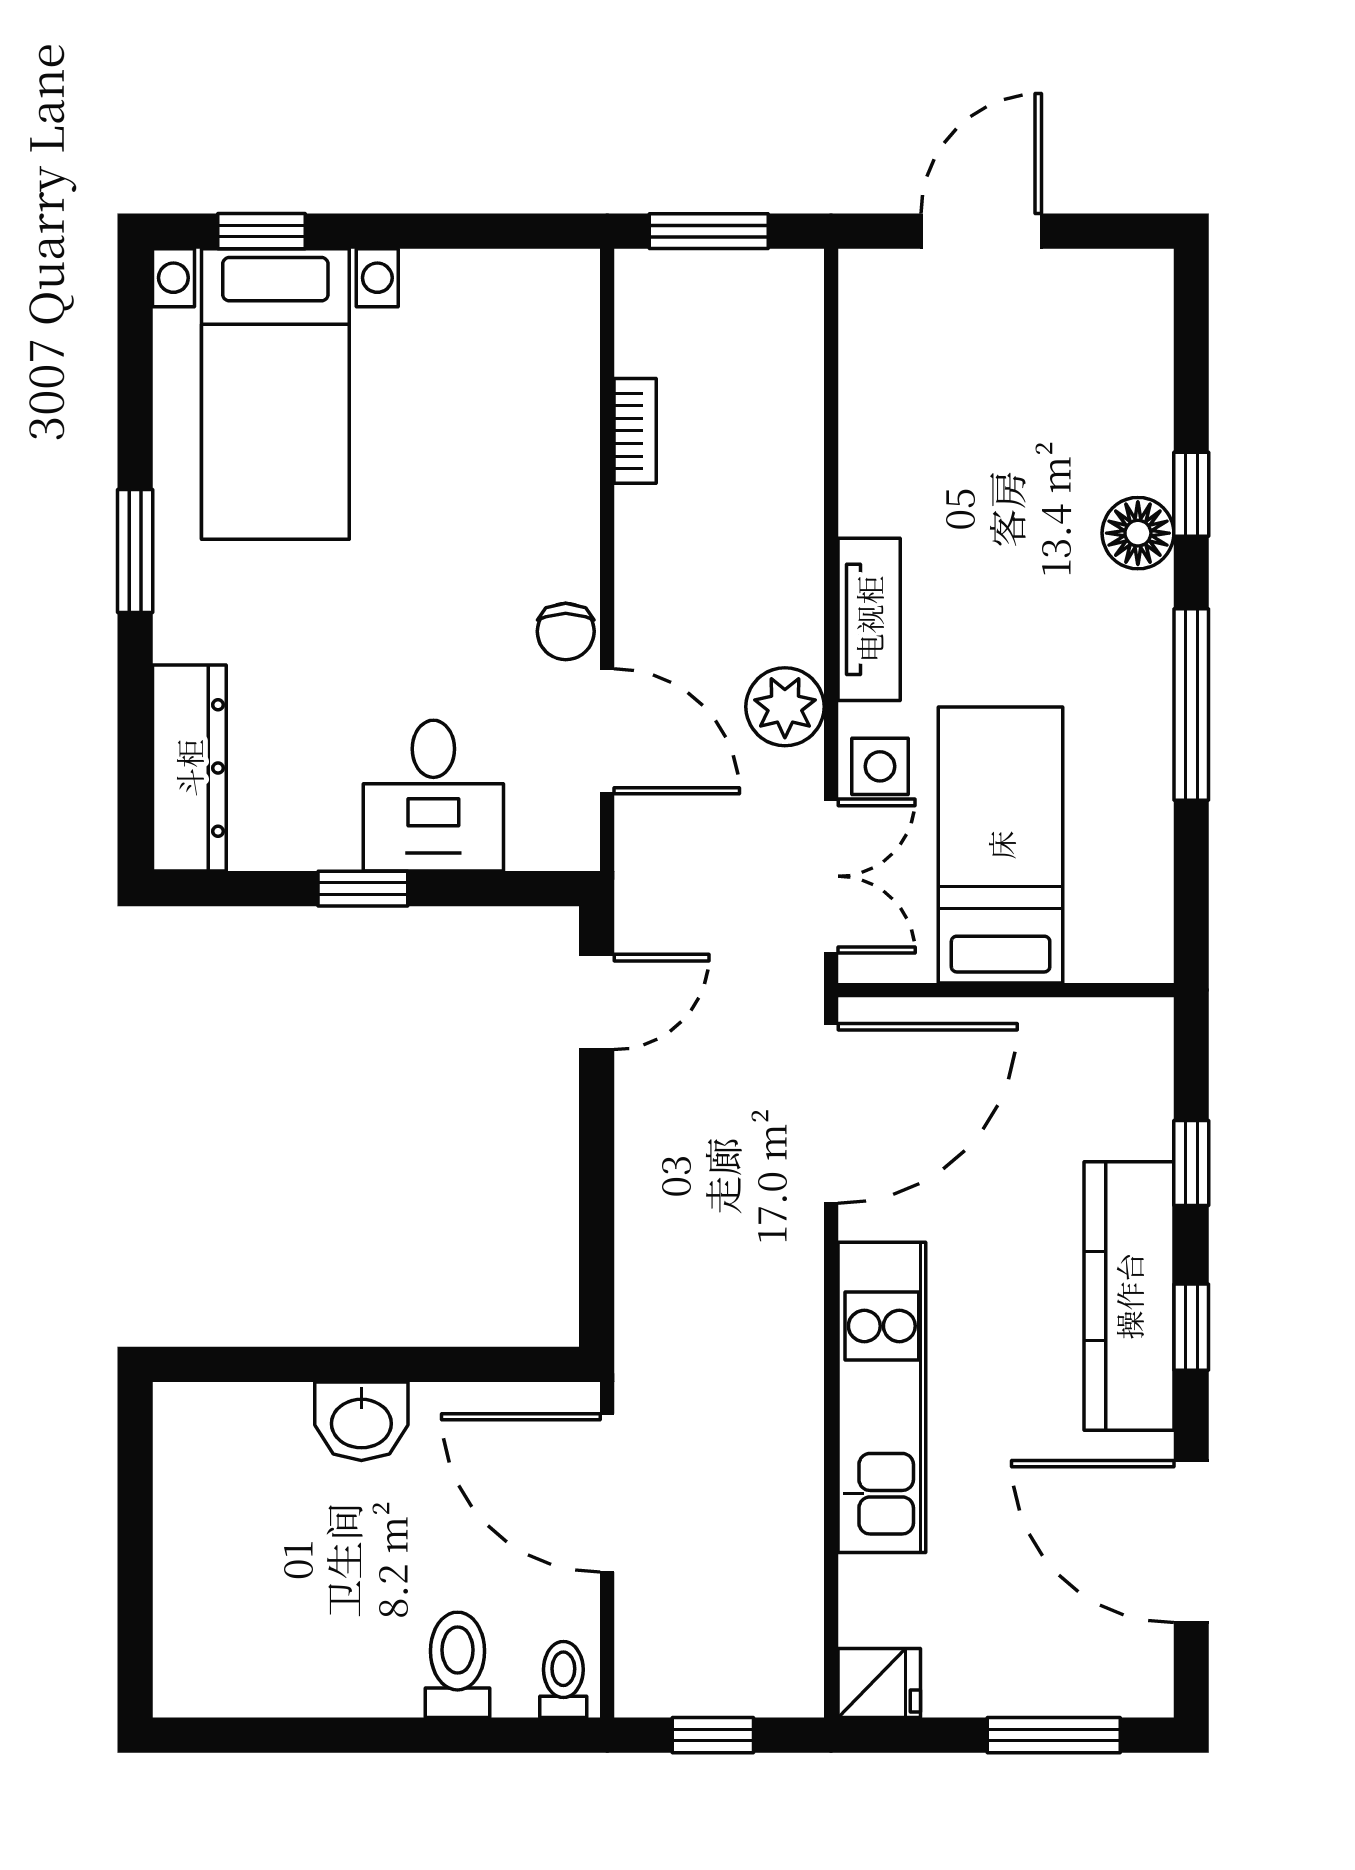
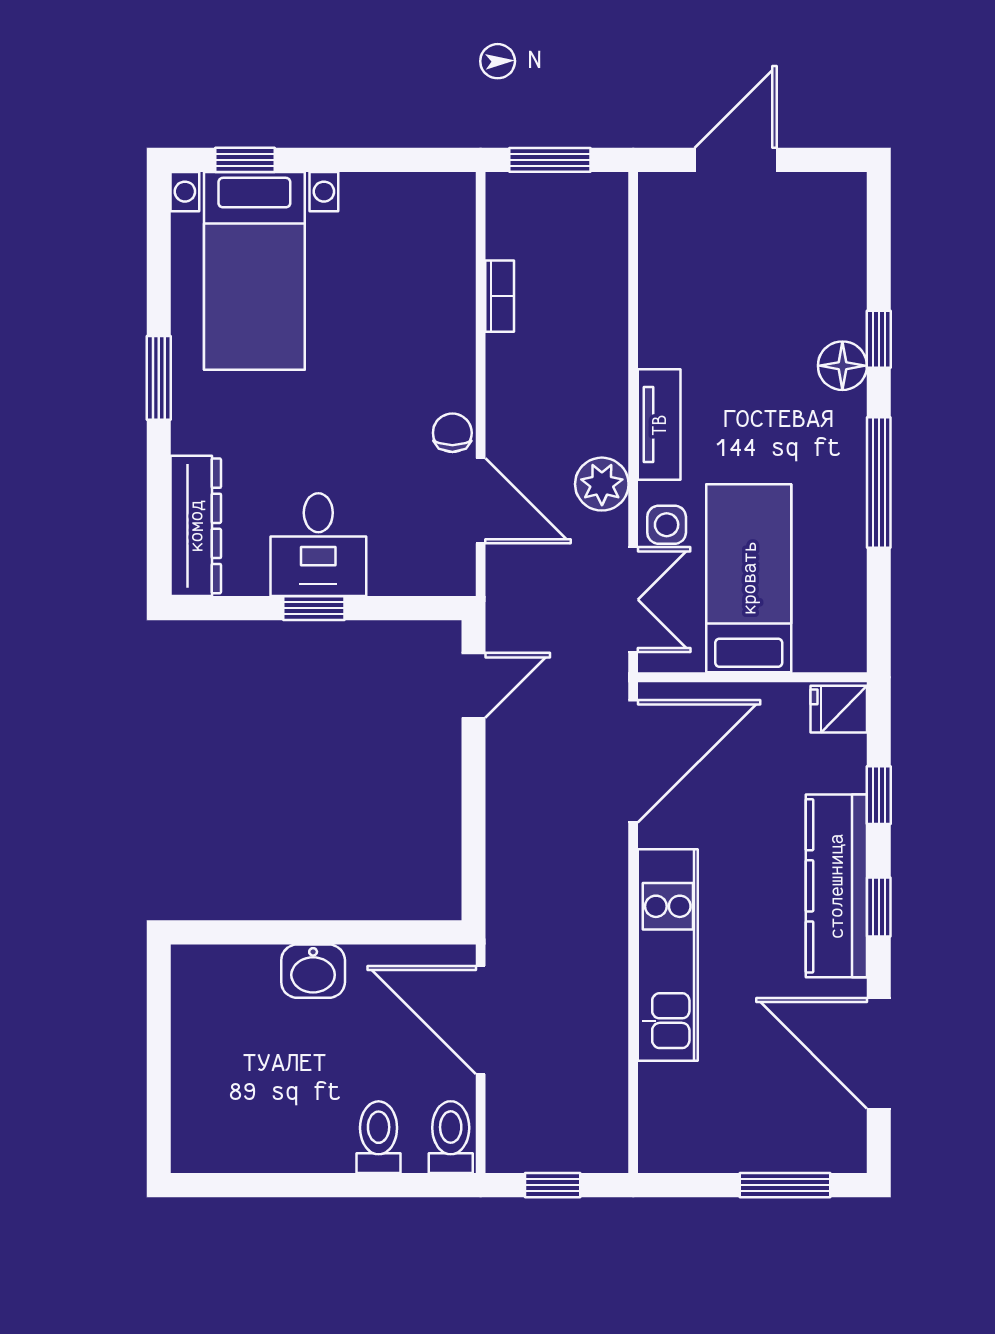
chair: (566, 631) -> (452, 433), turned 180
desk: (433, 796) -> (318, 545), moved
toilet: (563, 1679) -> (451, 1137), width x1.37, depth x1.39
fridge: (879, 1683) -> (839, 709), moved, turned 180

